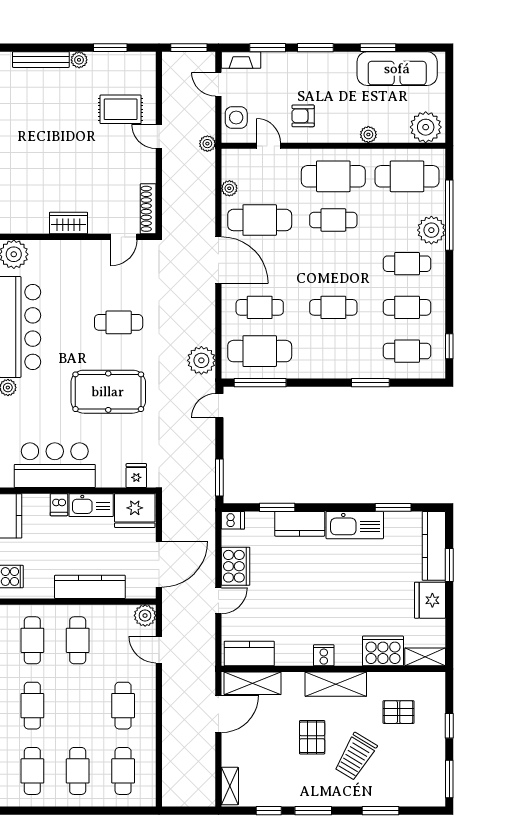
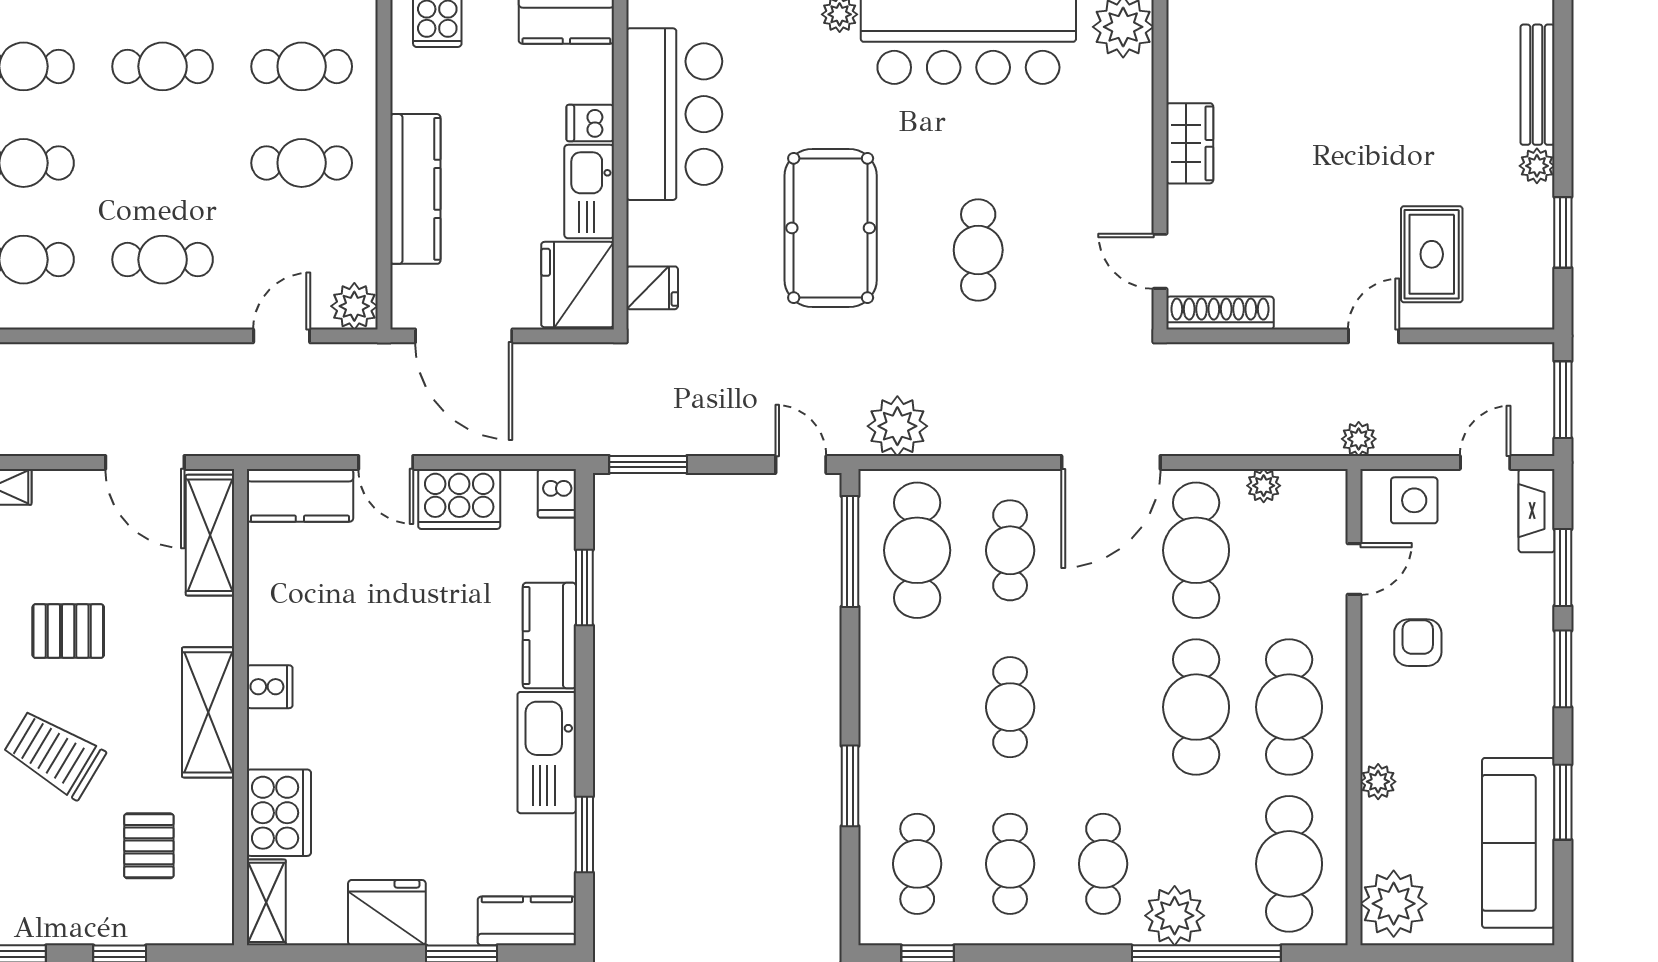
cafe table: (333, 220) -> (1196, 707), width x1.37, depth x1.35
kitchen counter: (434, 546) -> (527, 921), width x0.67
kitchen counter: (249, 654) -> (300, 495), moved, turned 90
pallet: (312, 737) -> (68, 631), moved

